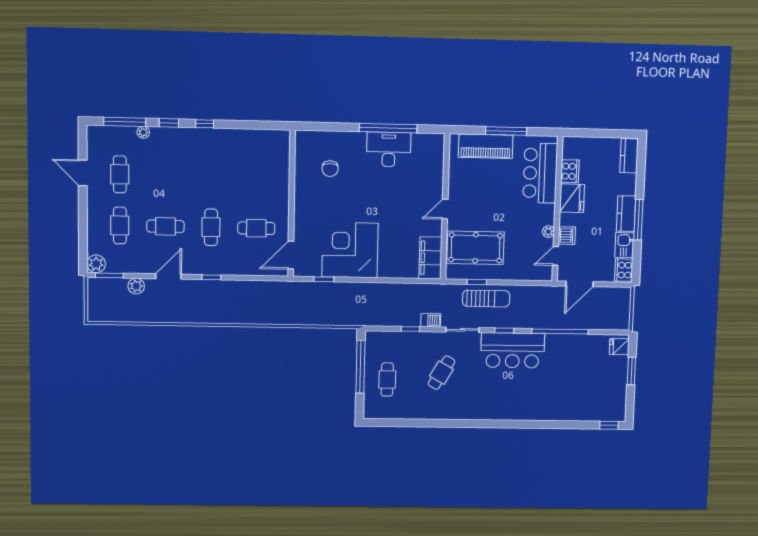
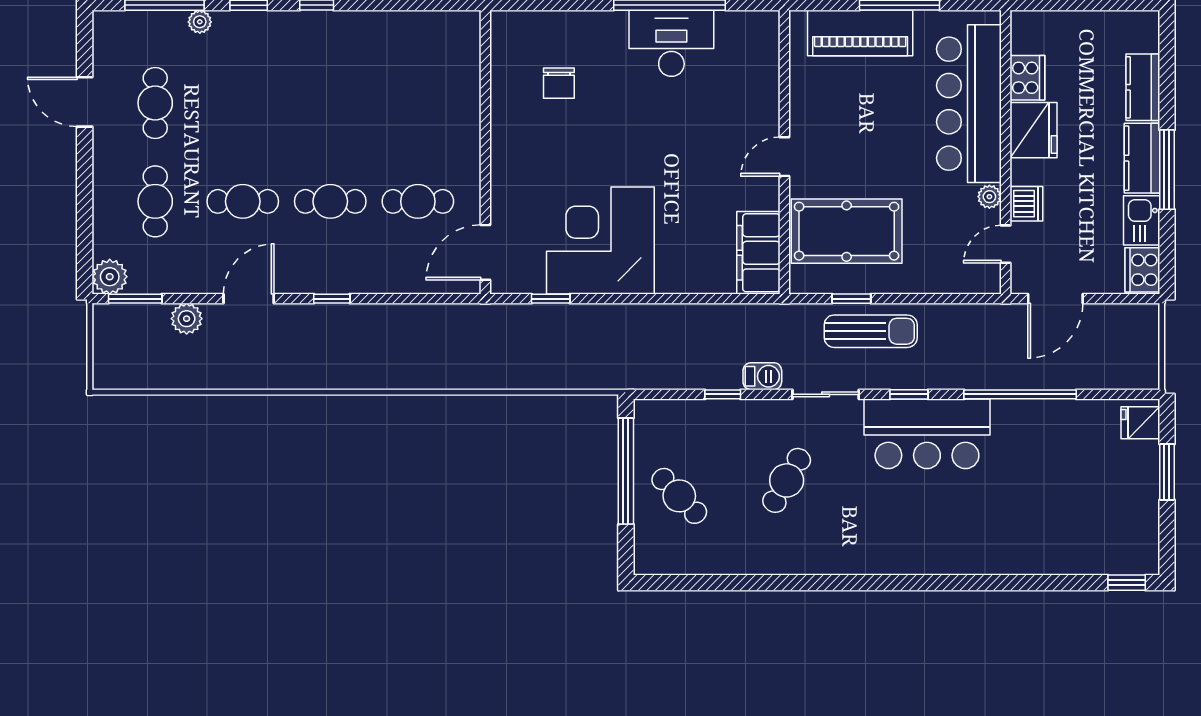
kitchen counter: (629, 156) -> (1143, 87), moved
bar counter: (540, 173) -> (969, 104), width x1.36
cafe table: (211, 227) -> (330, 201), turned 90
cafe table: (387, 379) -> (679, 496), turned -44

